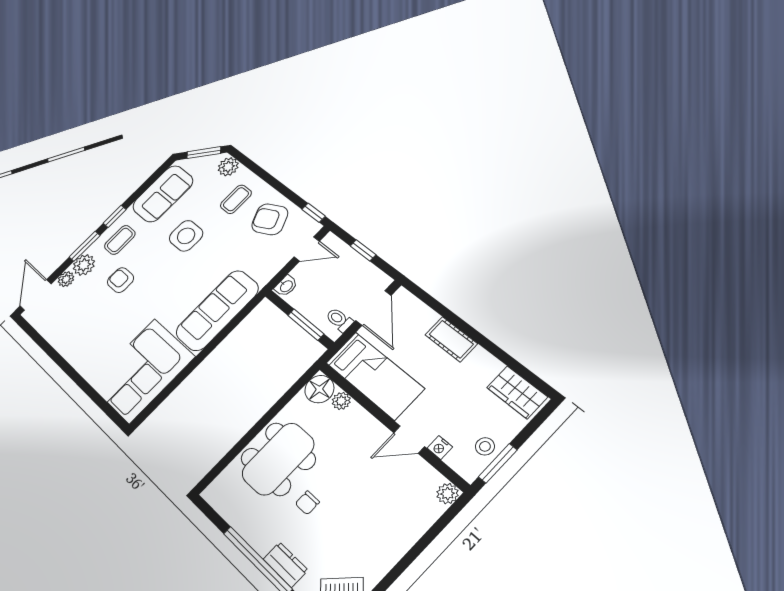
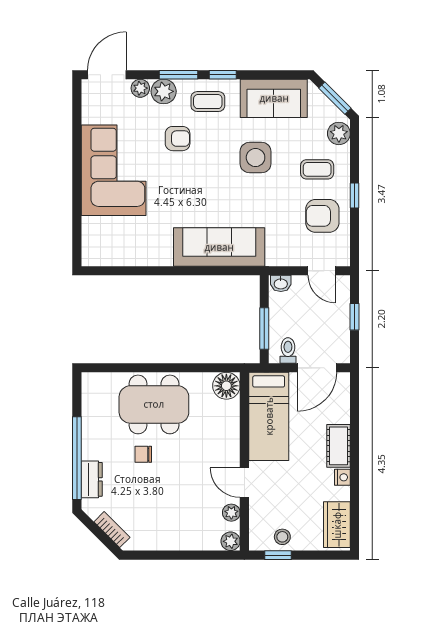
window: (314, 213) -> (355, 195), moved
armchair: (270, 219) -> (322, 216), turned -65
armchair: (121, 280) -> (178, 139), turned 90
corner sofa: (142, 371) -> (114, 170), moved, turned 90
plant: (341, 401) -> (231, 513), moved
nightstand: (440, 448) -> (342, 477), moved, turned 180
window: (498, 463) -> (278, 555), width x0.67

